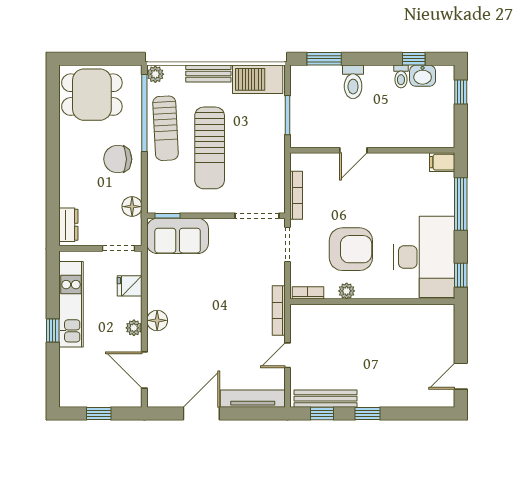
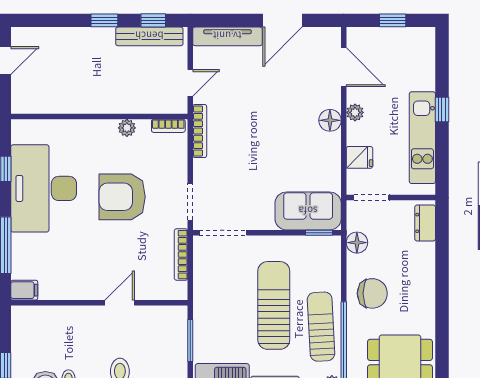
plant: (347, 291) -> (127, 128), moved
bookcase: (308, 293) -> (168, 126), moved
wall: (372, 302) -> (99, 116), moved

